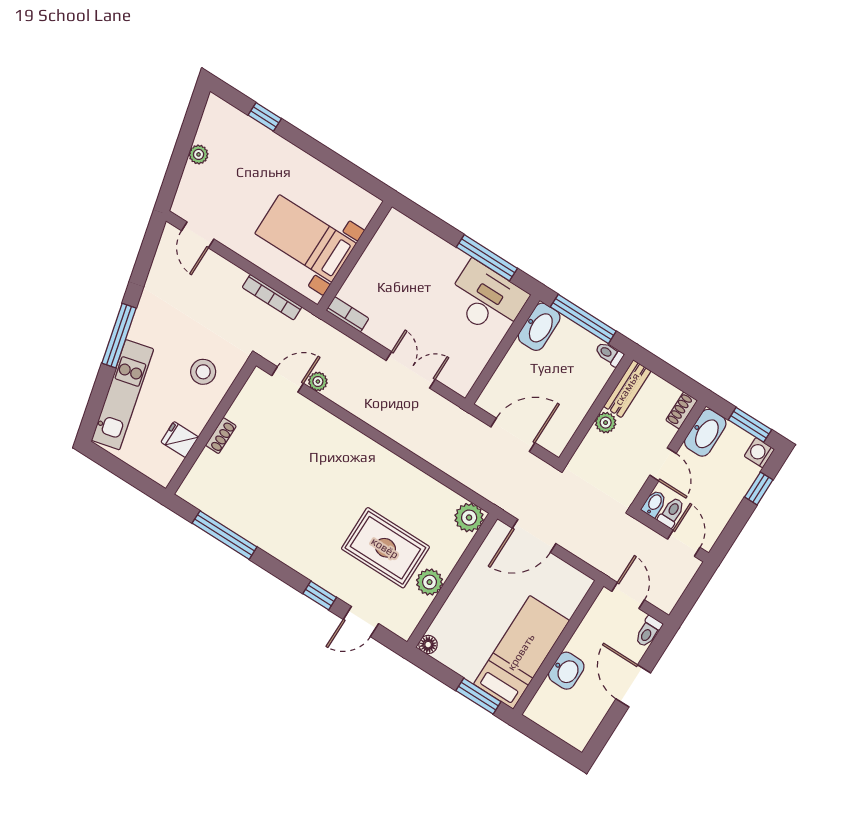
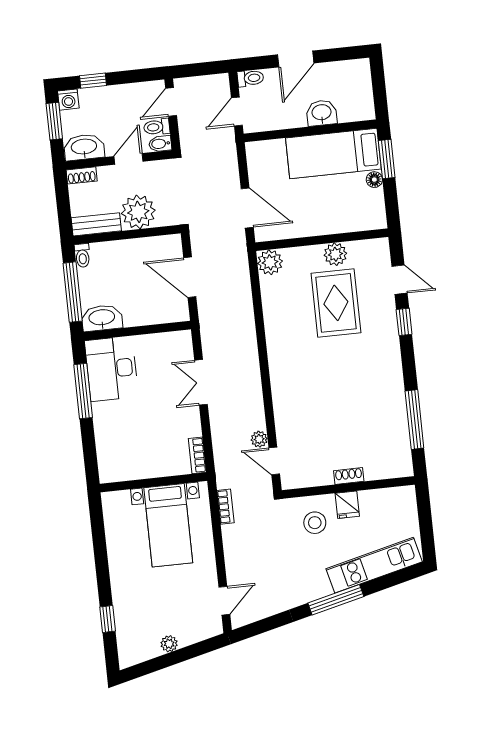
bookcase: (272, 297) -> (226, 507), width x0.64
plant: (606, 423) -> (138, 212), width x1.88, depth x1.88
fridge: (180, 440) -> (347, 505), moved
floor lamp: (428, 645) -> (374, 180), moved

